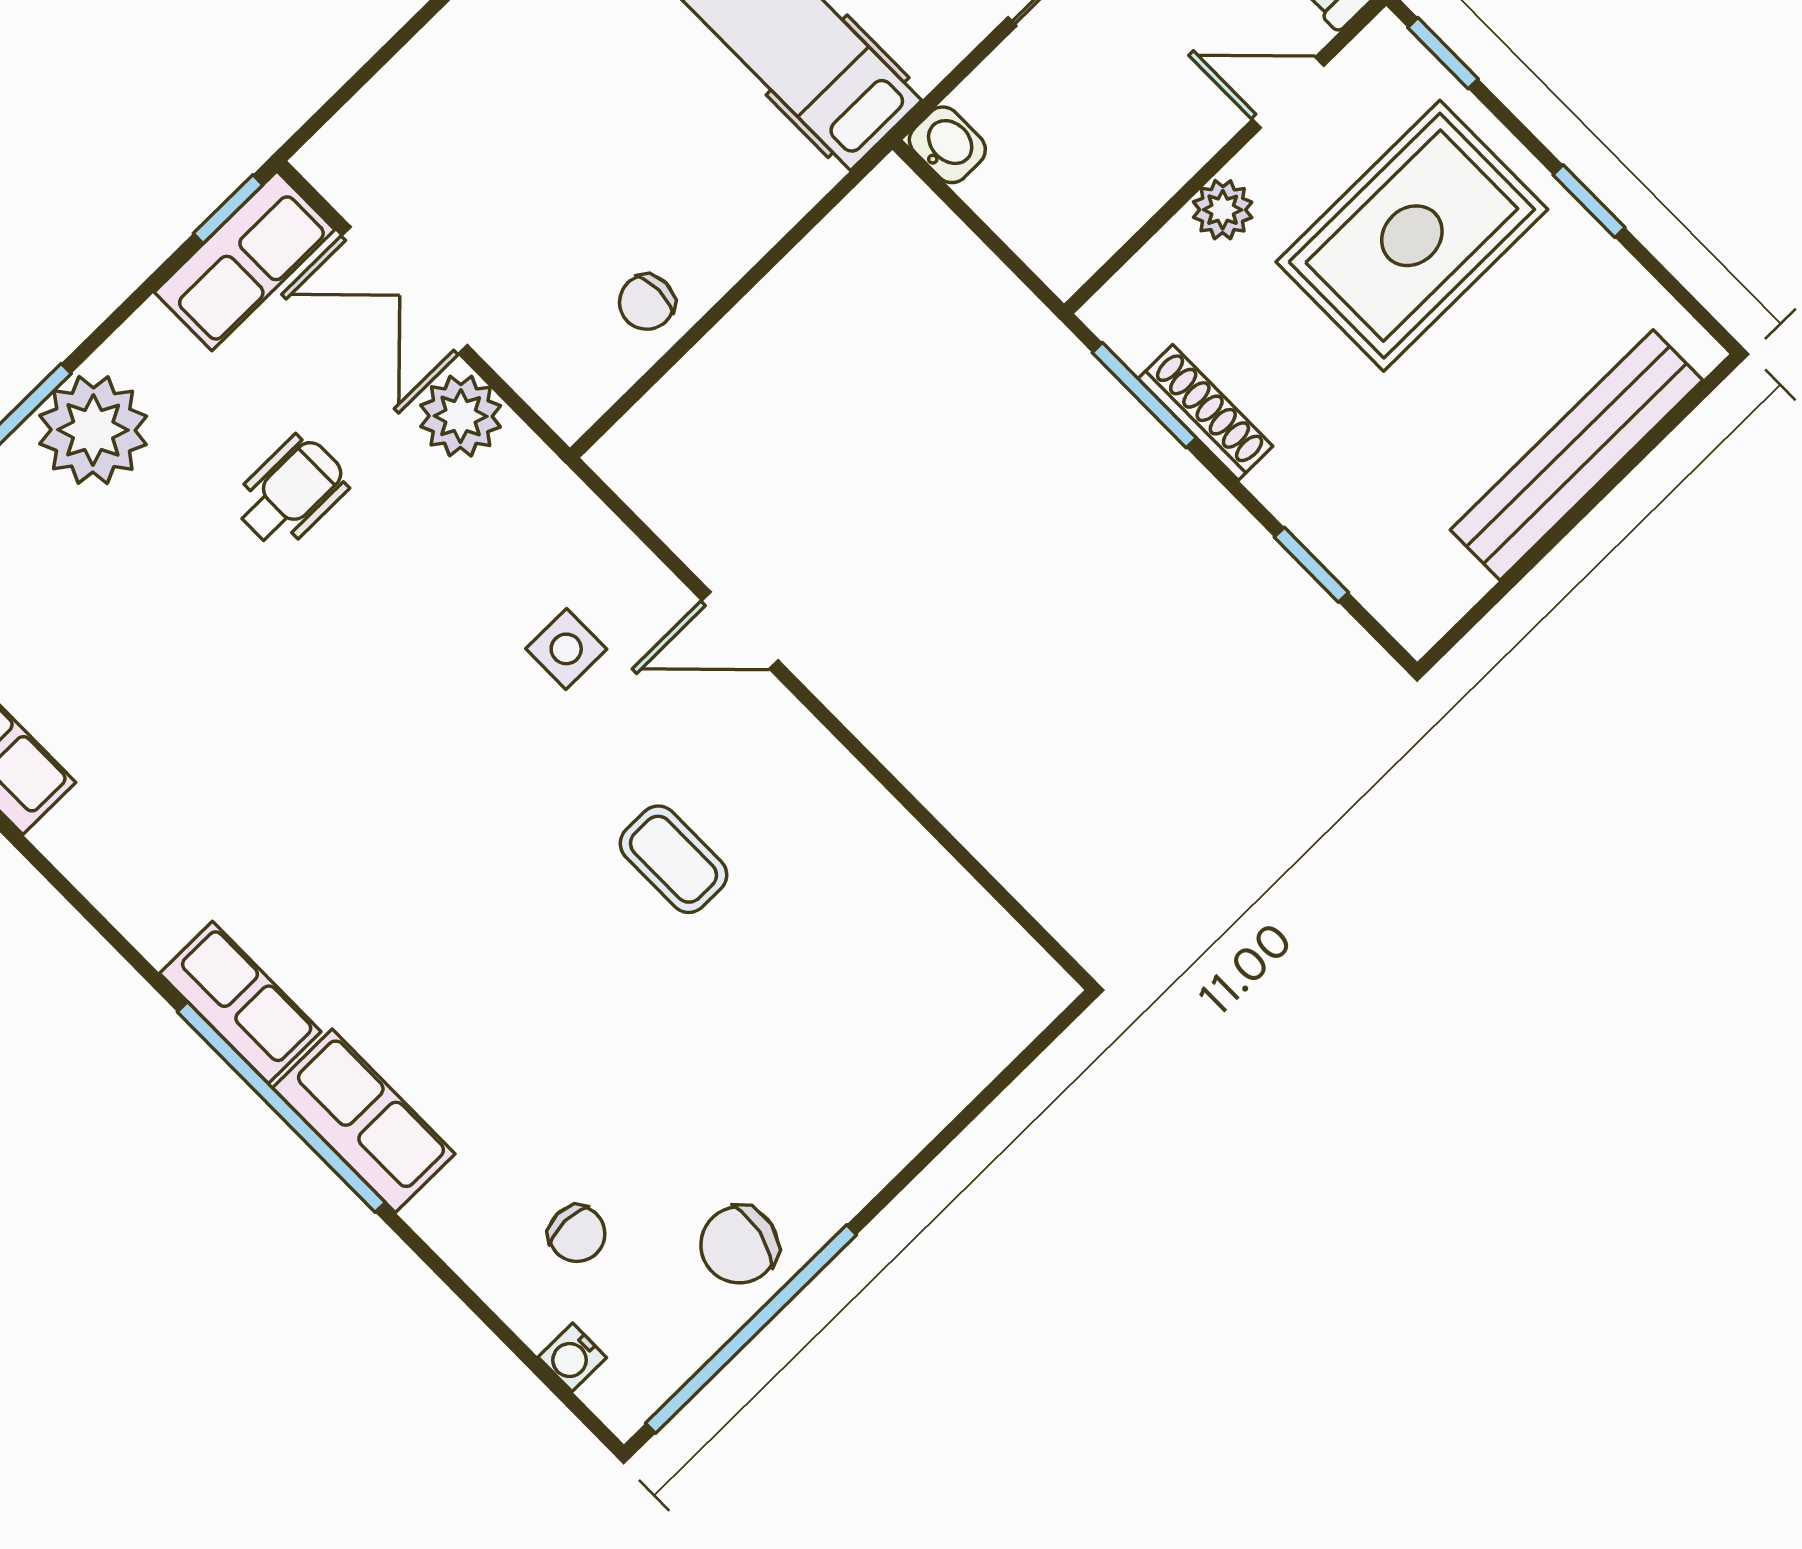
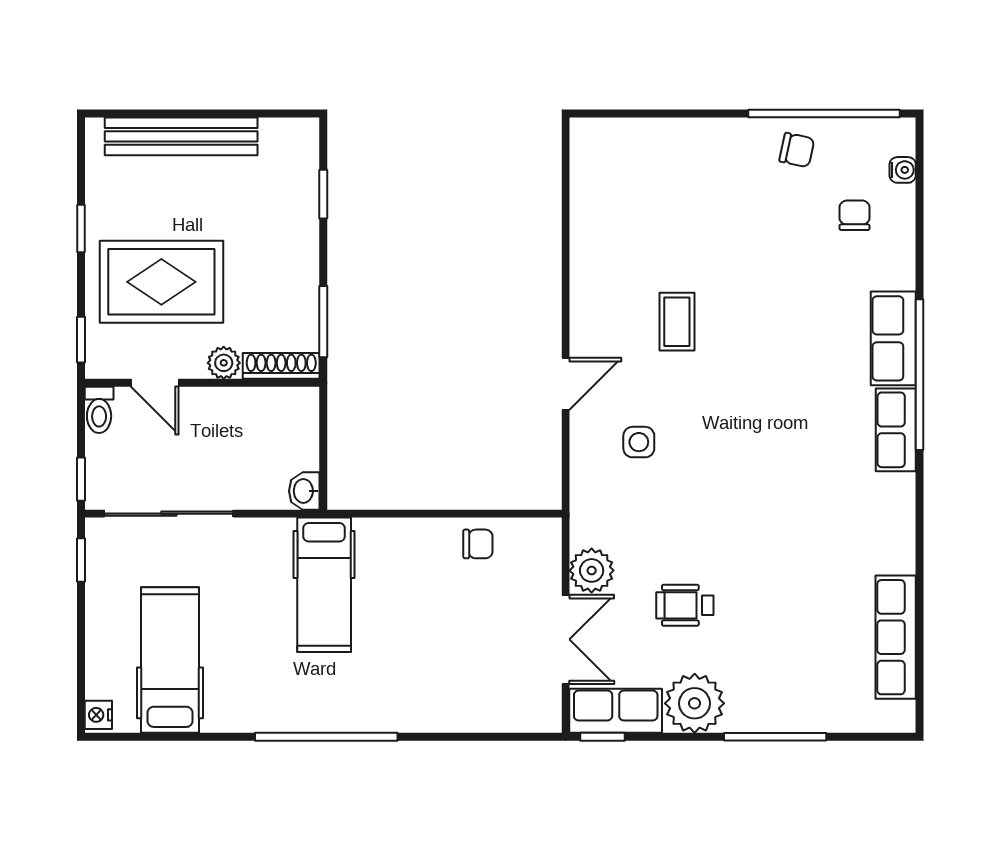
shoe rack: (1205, 412) -> (281, 366), moved, turned 90
plant: (93, 430) -> (695, 703), moved
door: (740, 630) -> (566, 384), hinge flipped
chair: (739, 1245) -> (797, 150), width x0.73, depth x0.73

